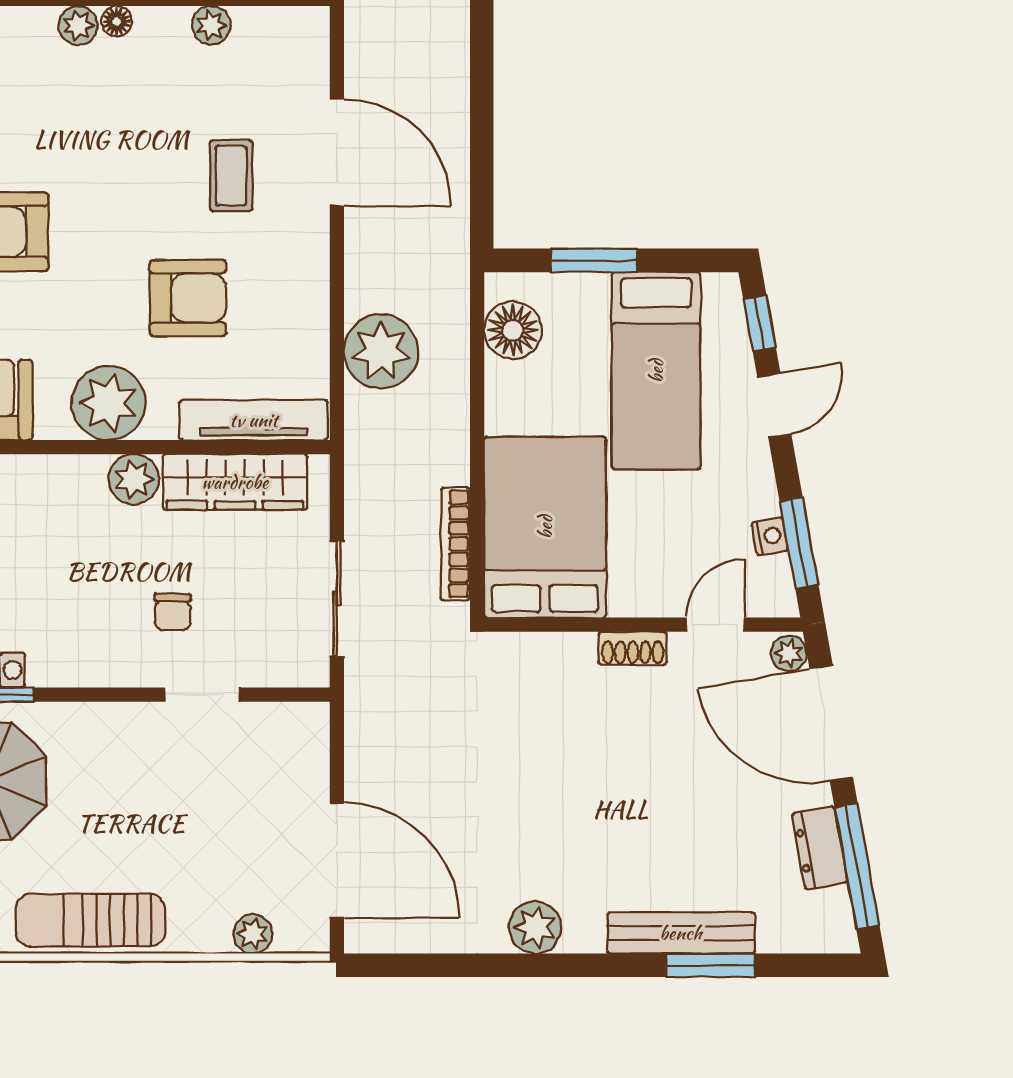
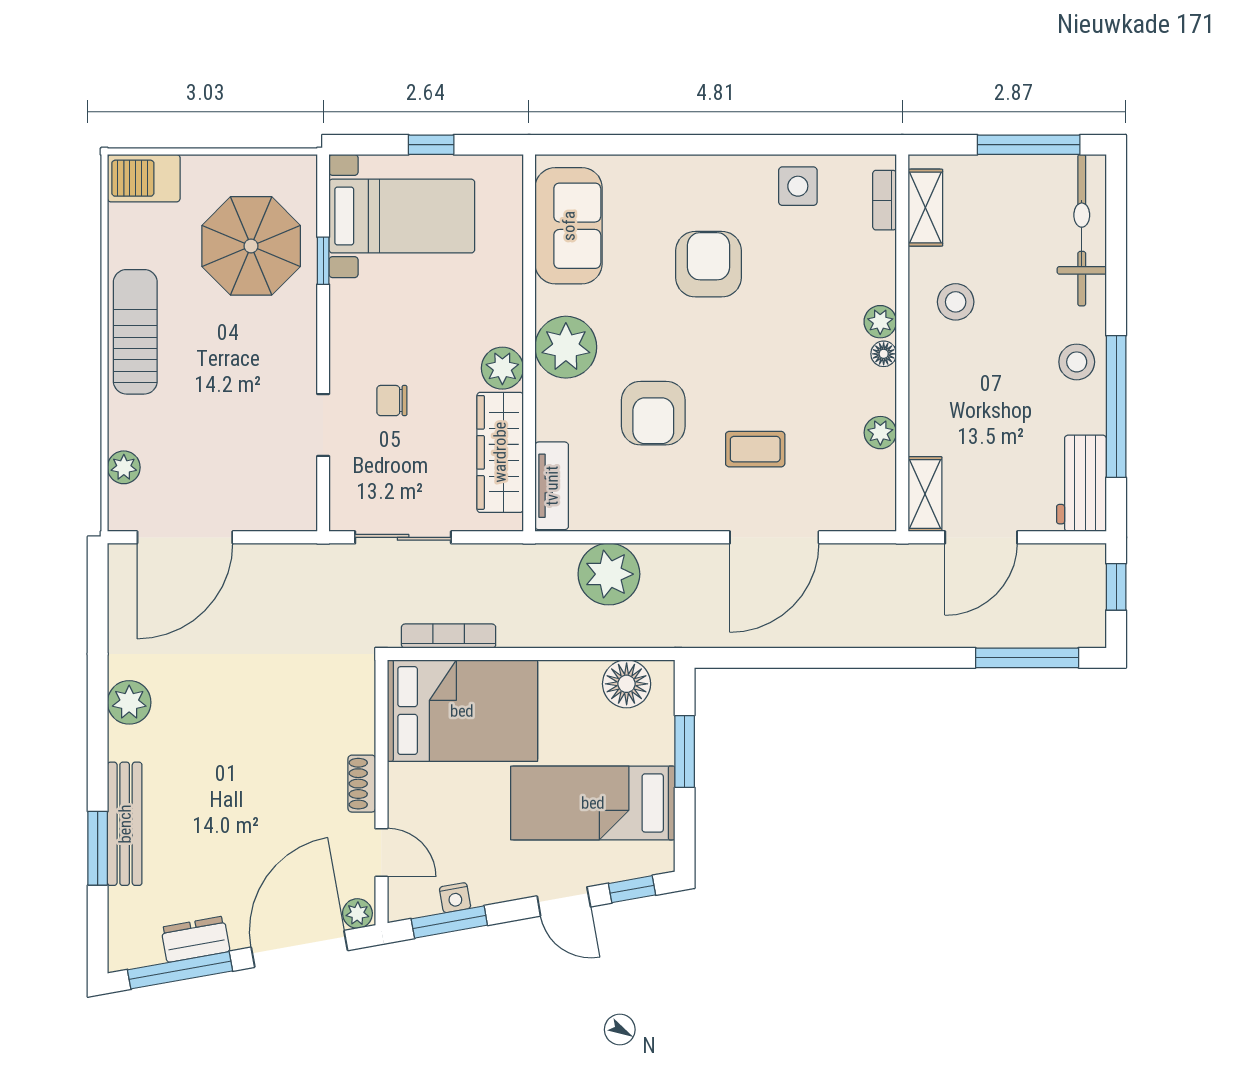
tv unit: (254, 420) -> (552, 486), width x0.71

